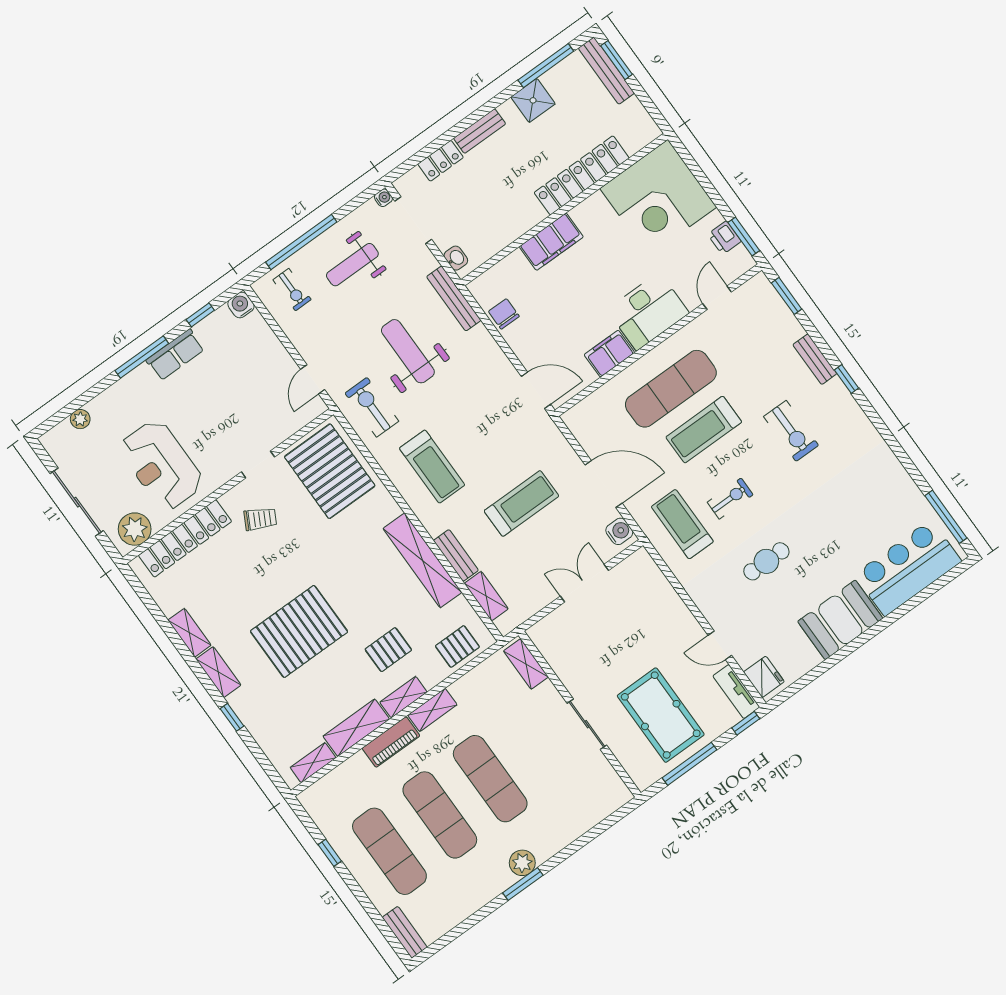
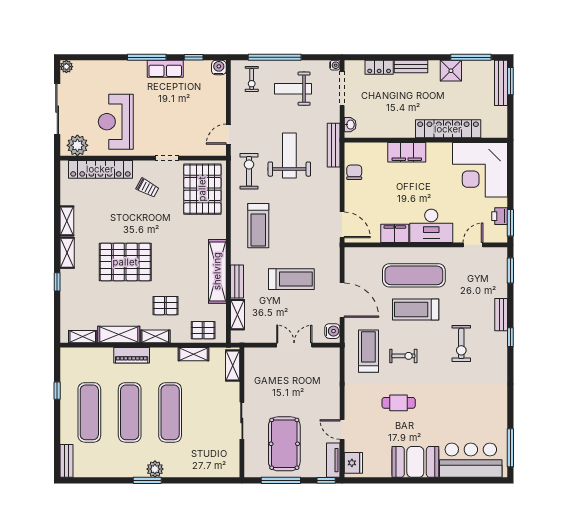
plant: (80, 419) -> (66, 67), moved
shelving: (432, 710) -> (193, 354), moved

